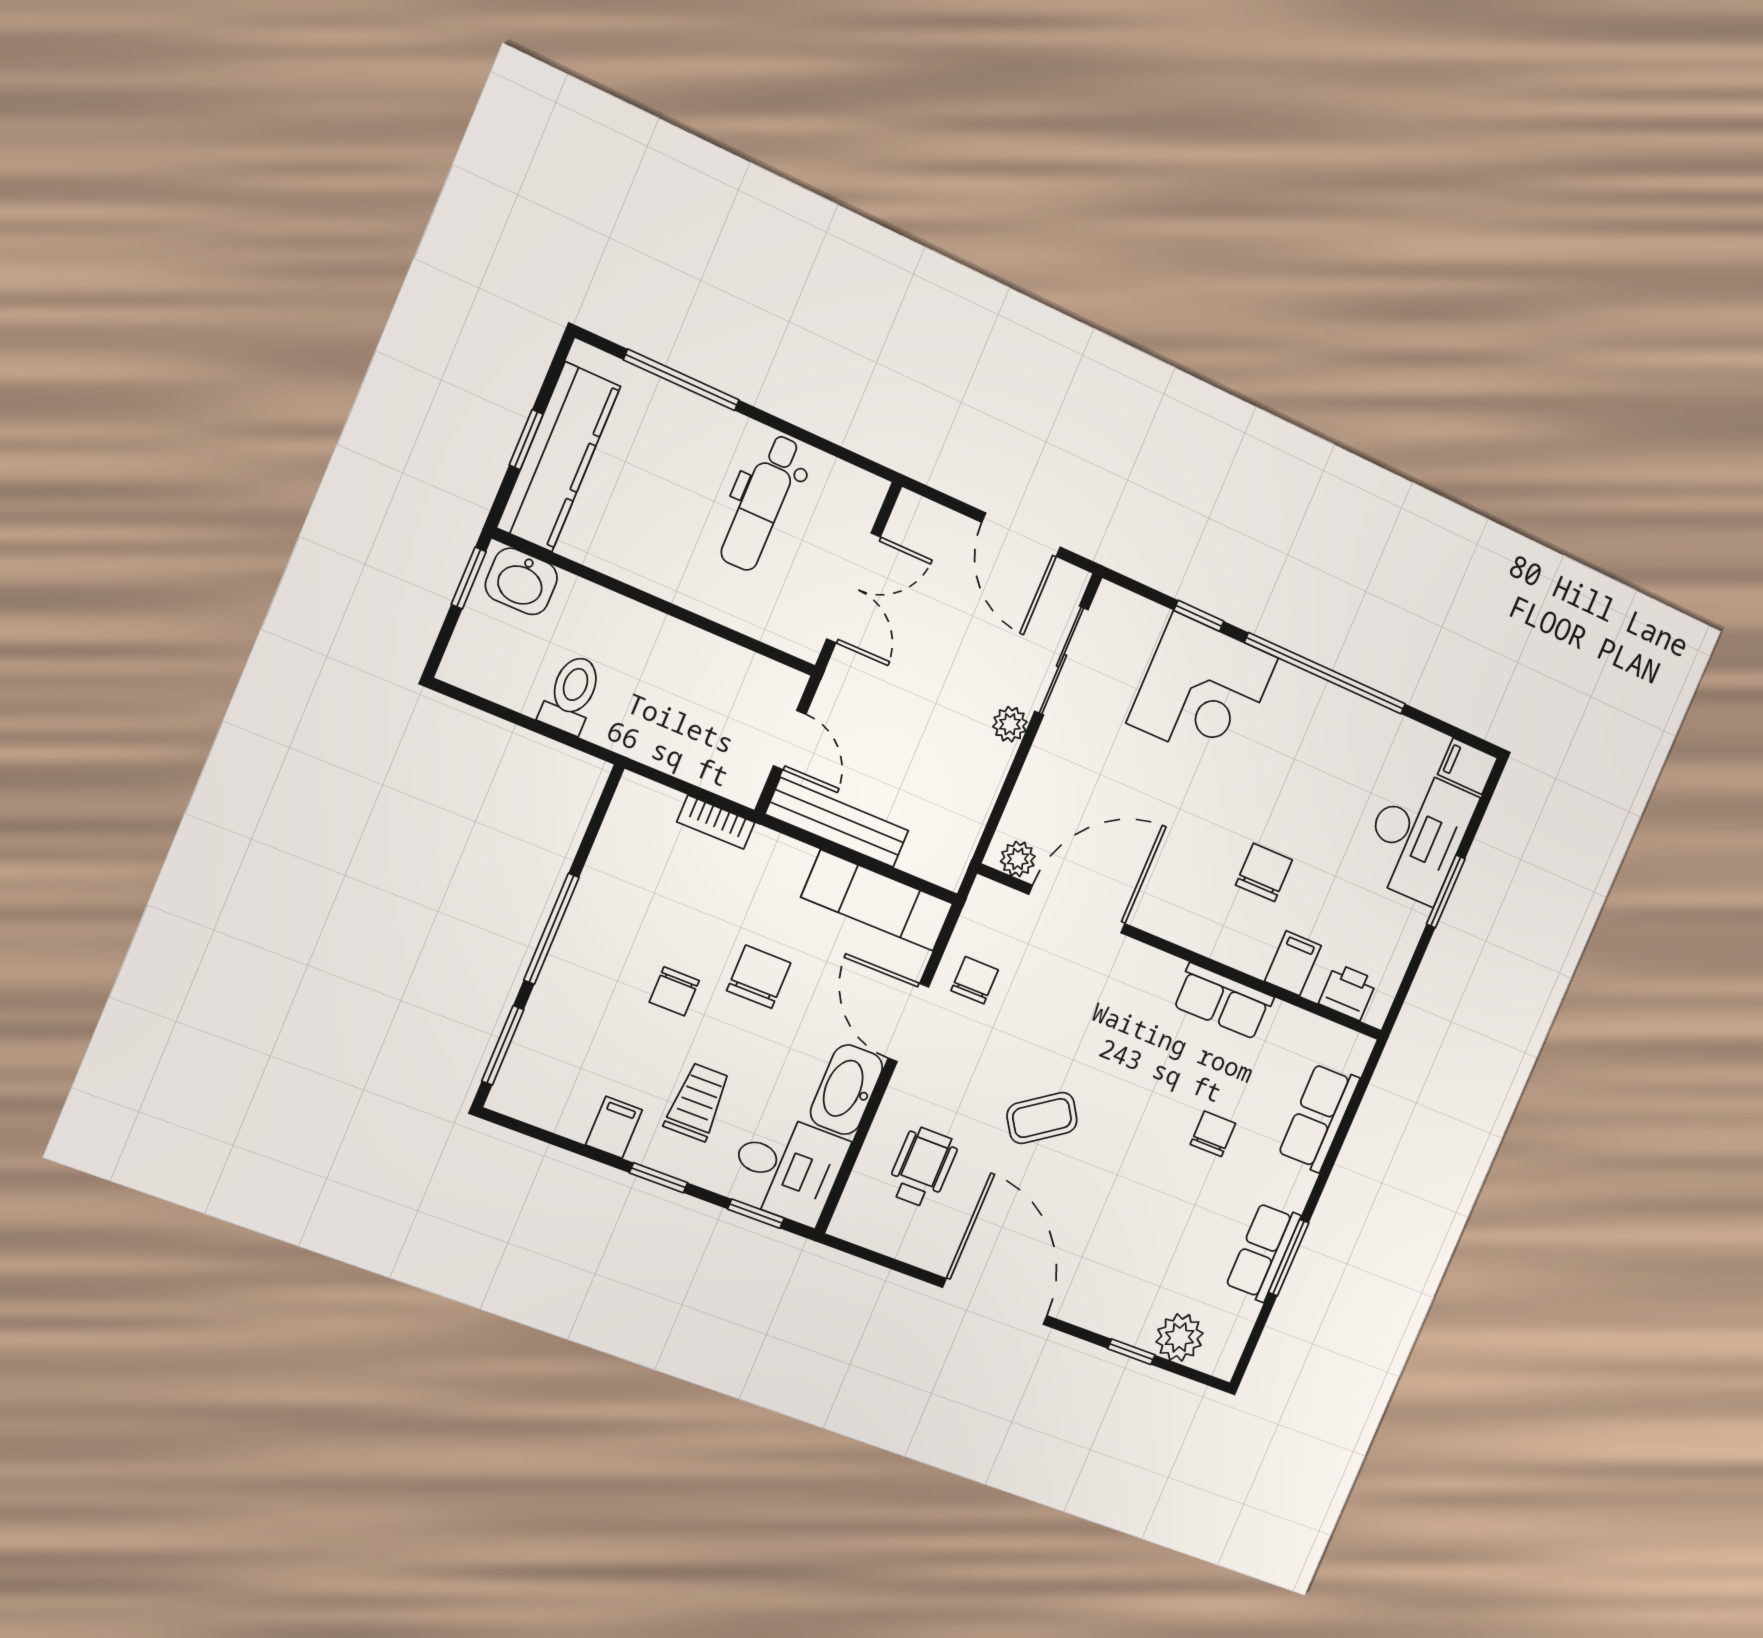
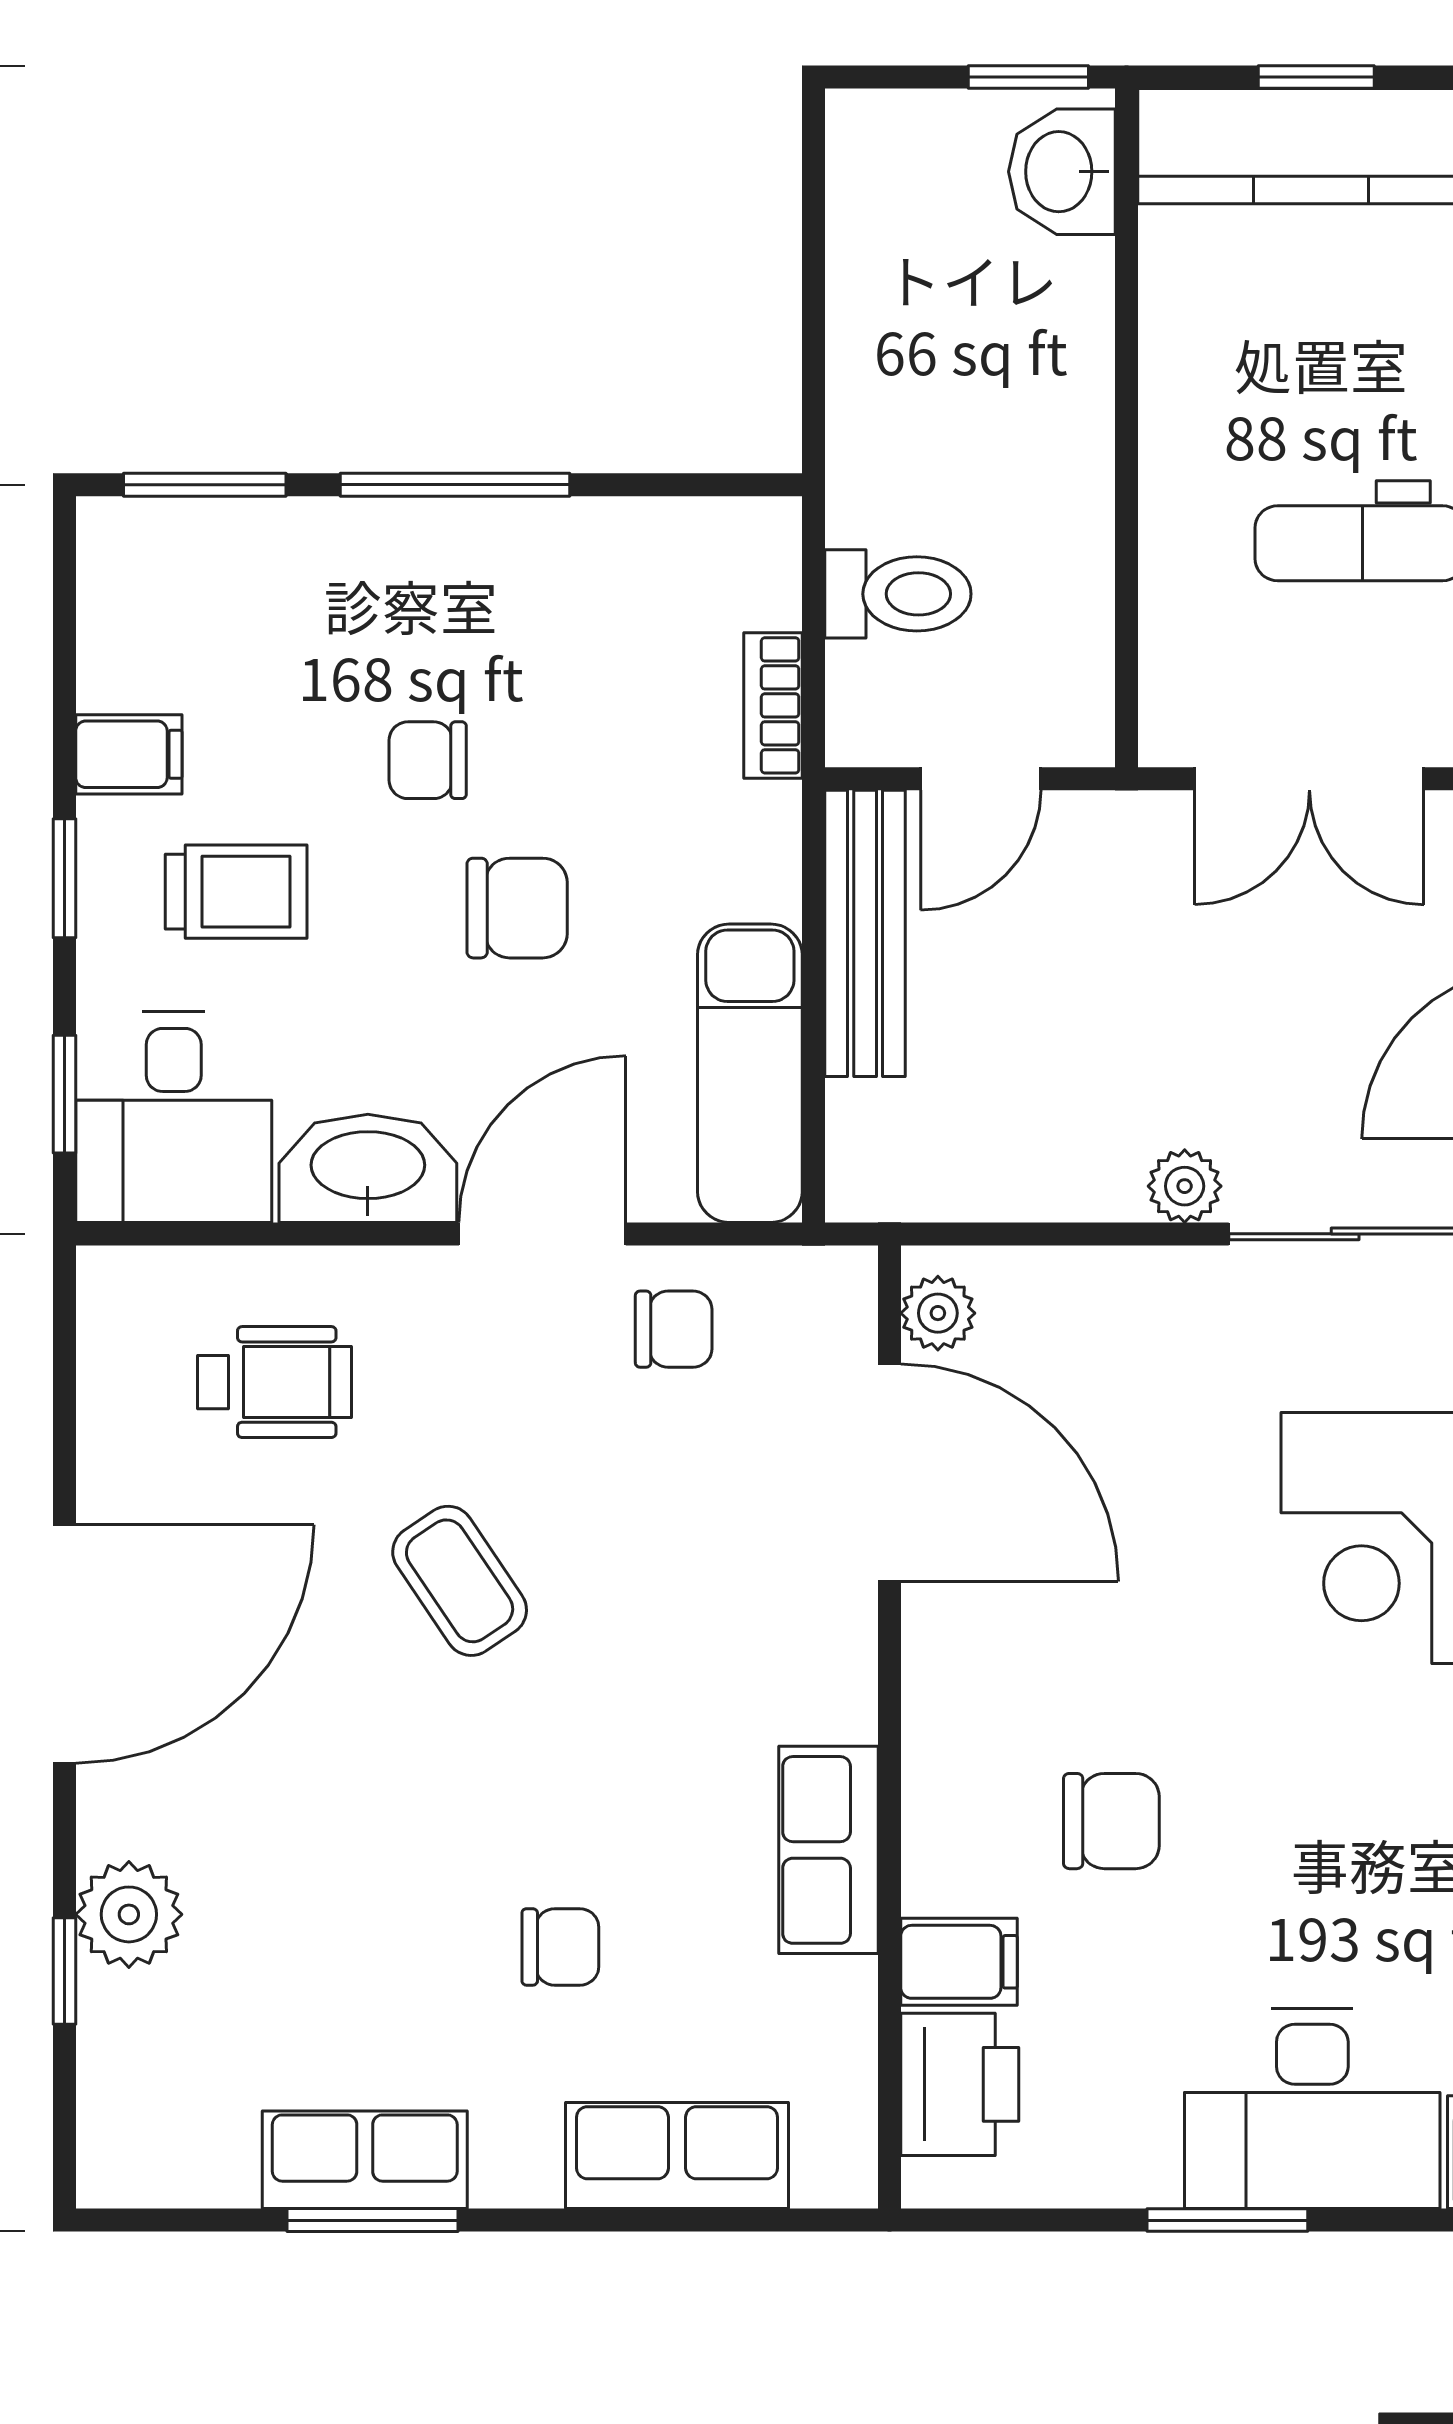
toilet: (571, 694) -> (898, 594), moved
printer: (1348, 992) -> (960, 2084), width x1.36, depth x1.24
plant: (1180, 1337) -> (129, 1914), moved

